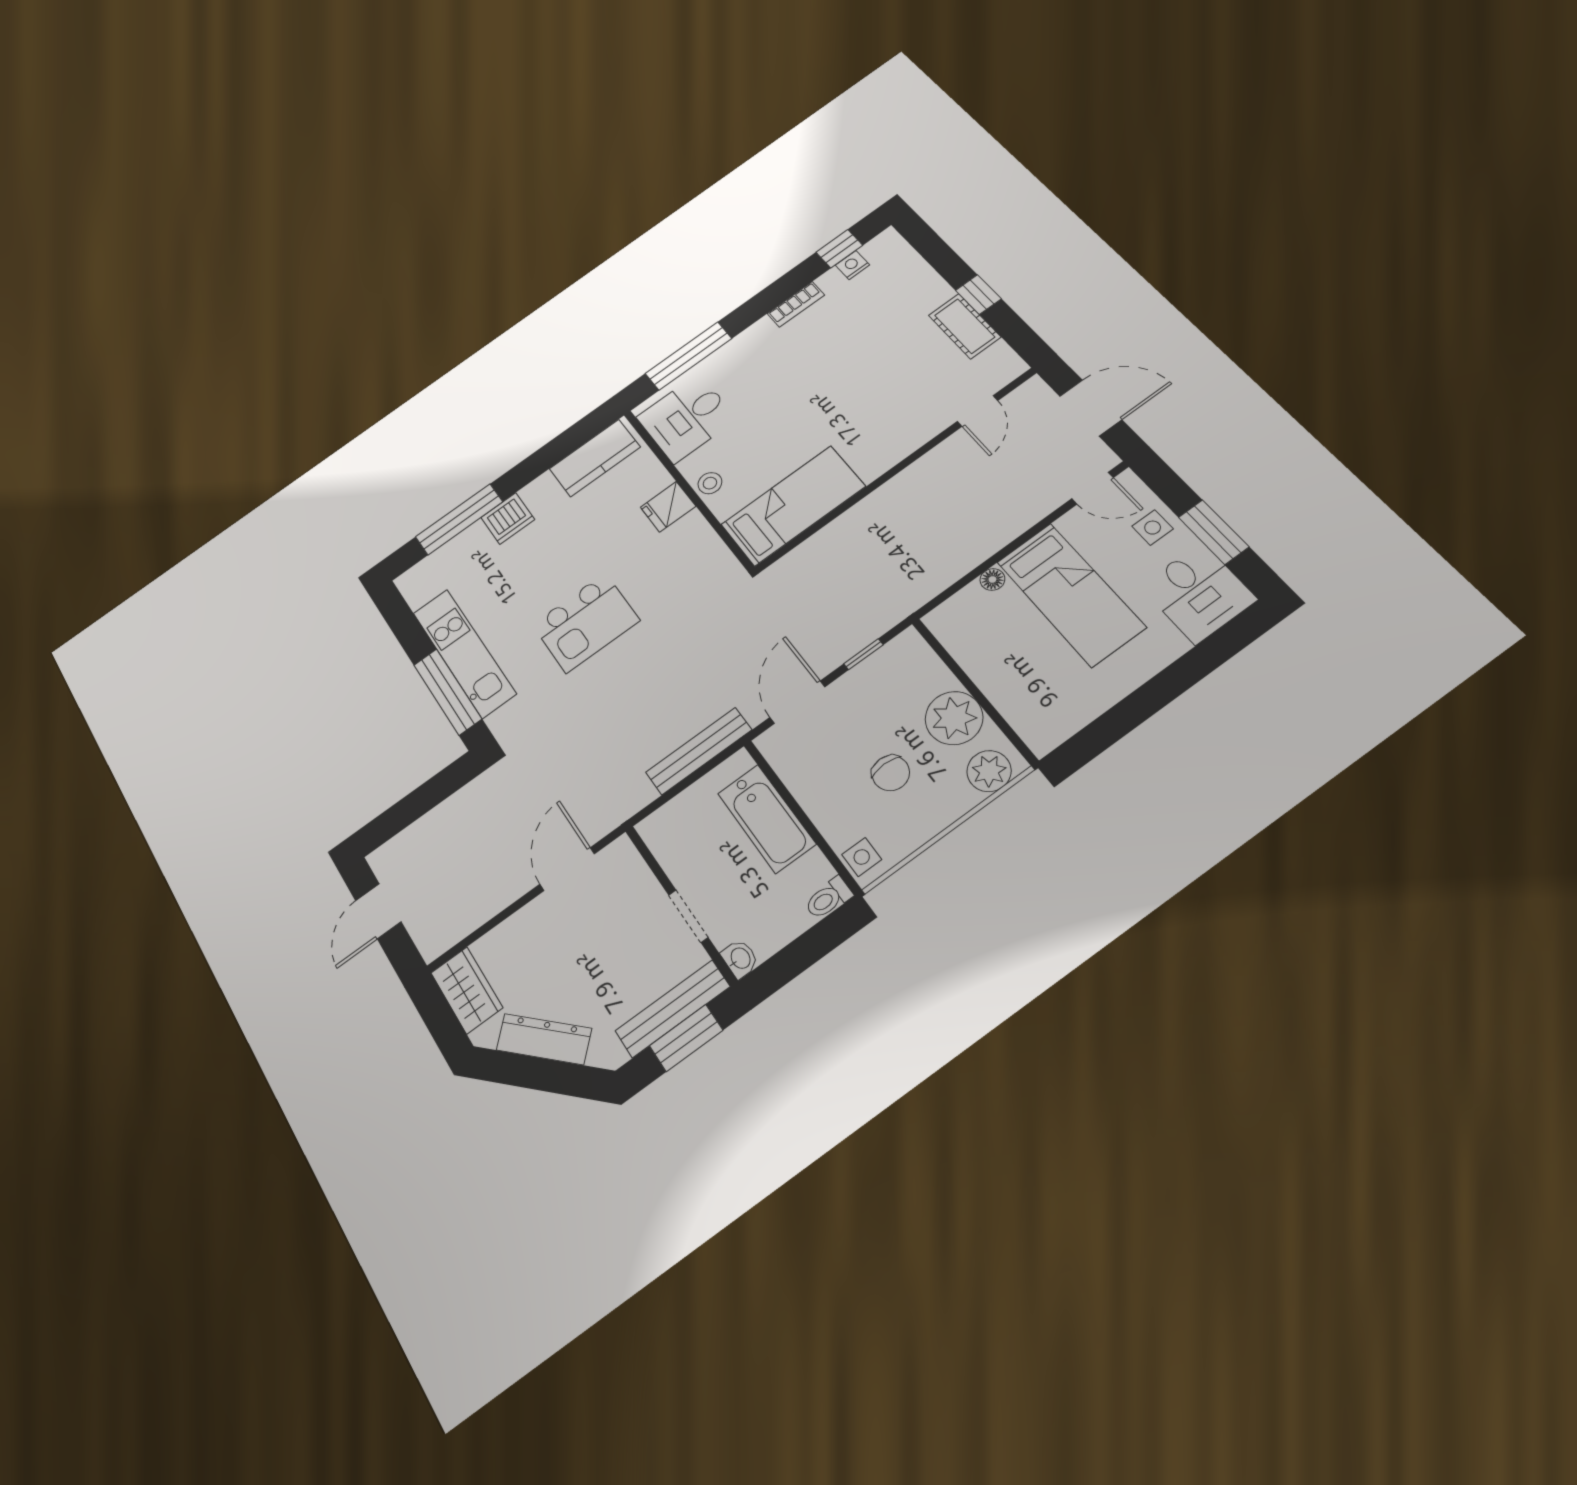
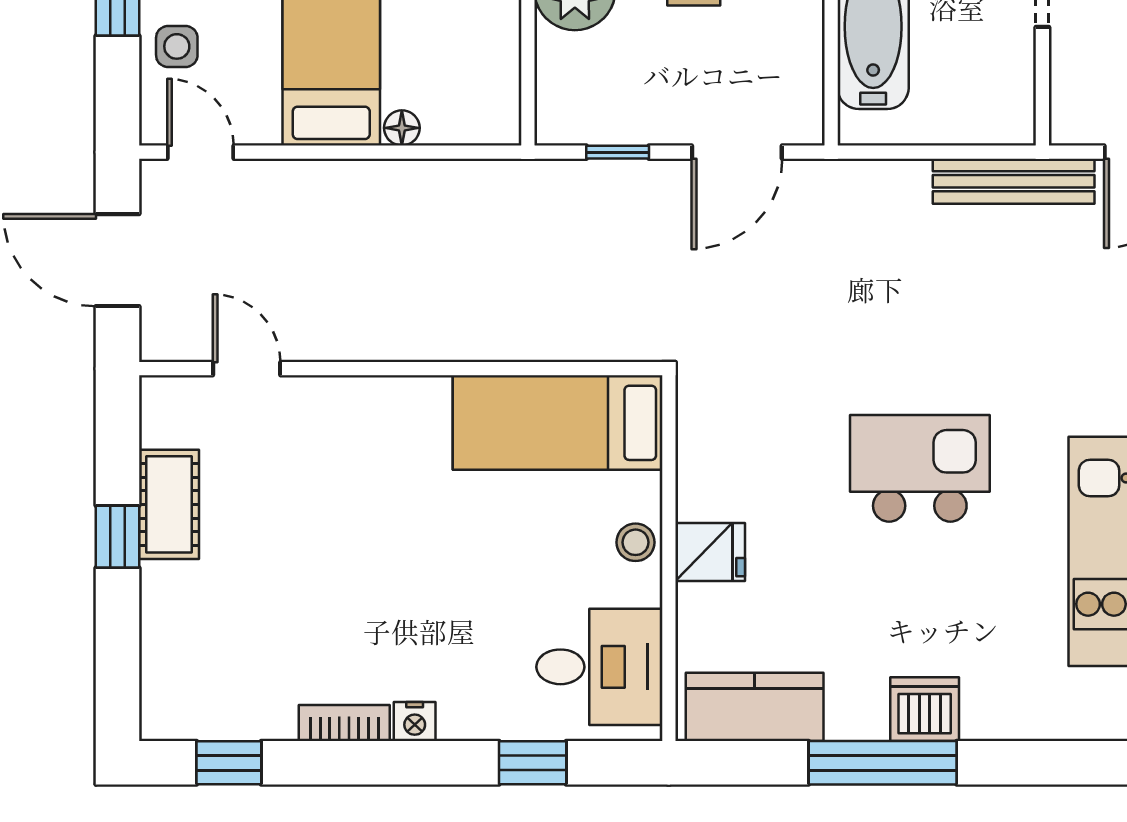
nightstand: (852, 265) -> (415, 722), moved
window: (688, 356) -> (533, 763), width x0.46
door: (978, 411) -> (247, 369), hinge flipped
window: (459, 519) -> (883, 763), moved
bench: (699, 751) -> (1014, 181), moved

